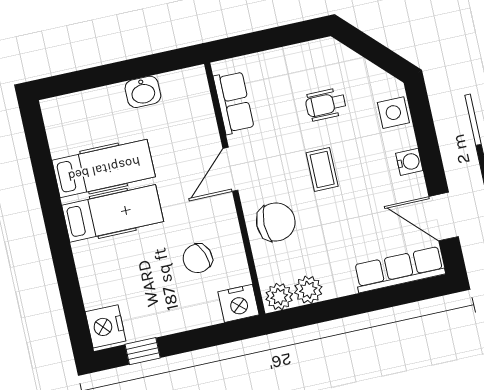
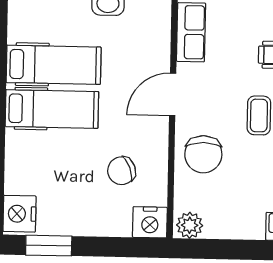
chair: (276, 222) -> (203, 154), turned 90
plant: (308, 290) -> (219, 225), removed
window: (143, 351) -> (49, 246), width x1.50

